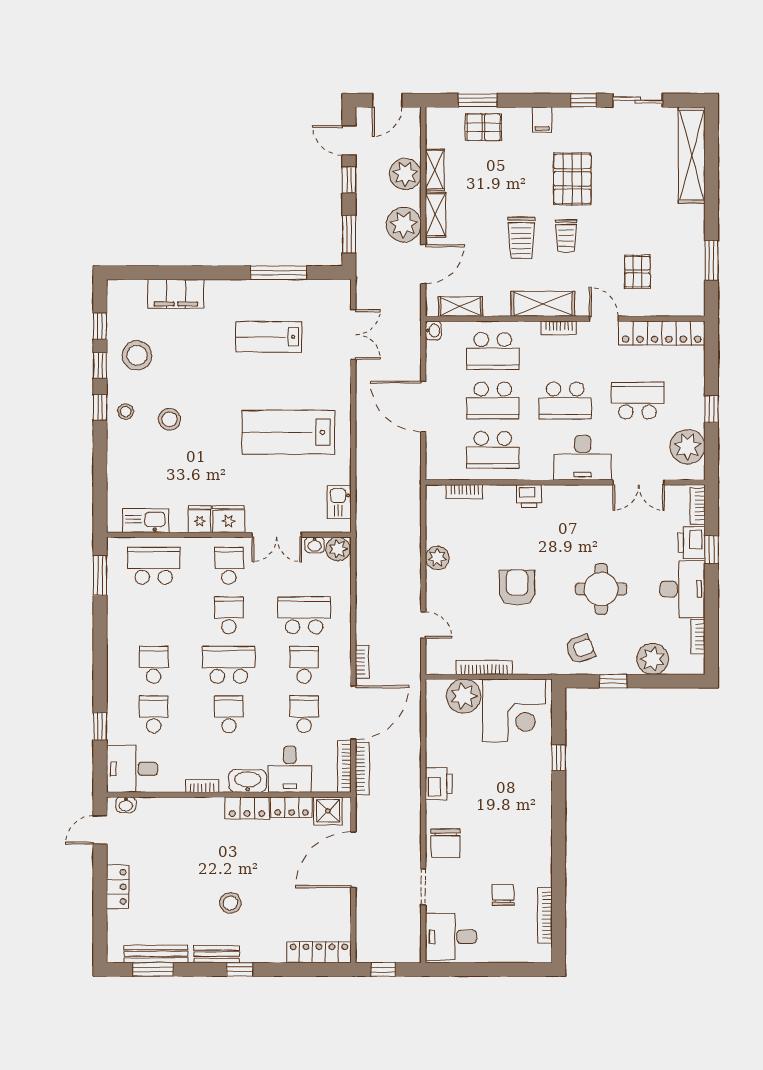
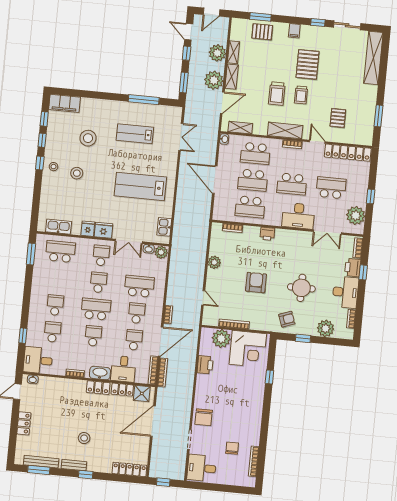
filing cabinet: (176, 294) -> (65, 103), moved
stool: (137, 355) -> (88, 138), moved
printer: (439, 784) -> (205, 365), moved

